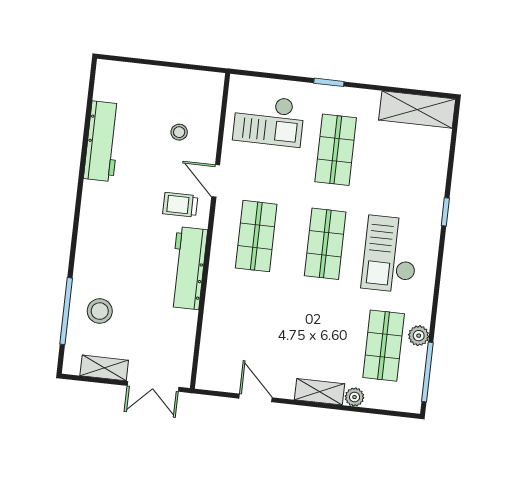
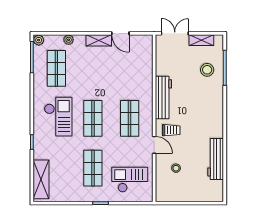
shelving: (417, 110) -> (41, 179), moved, turned 90
plant: (419, 336) -> (39, 40), moved
shelving: (319, 392) -> (99, 40), moved

